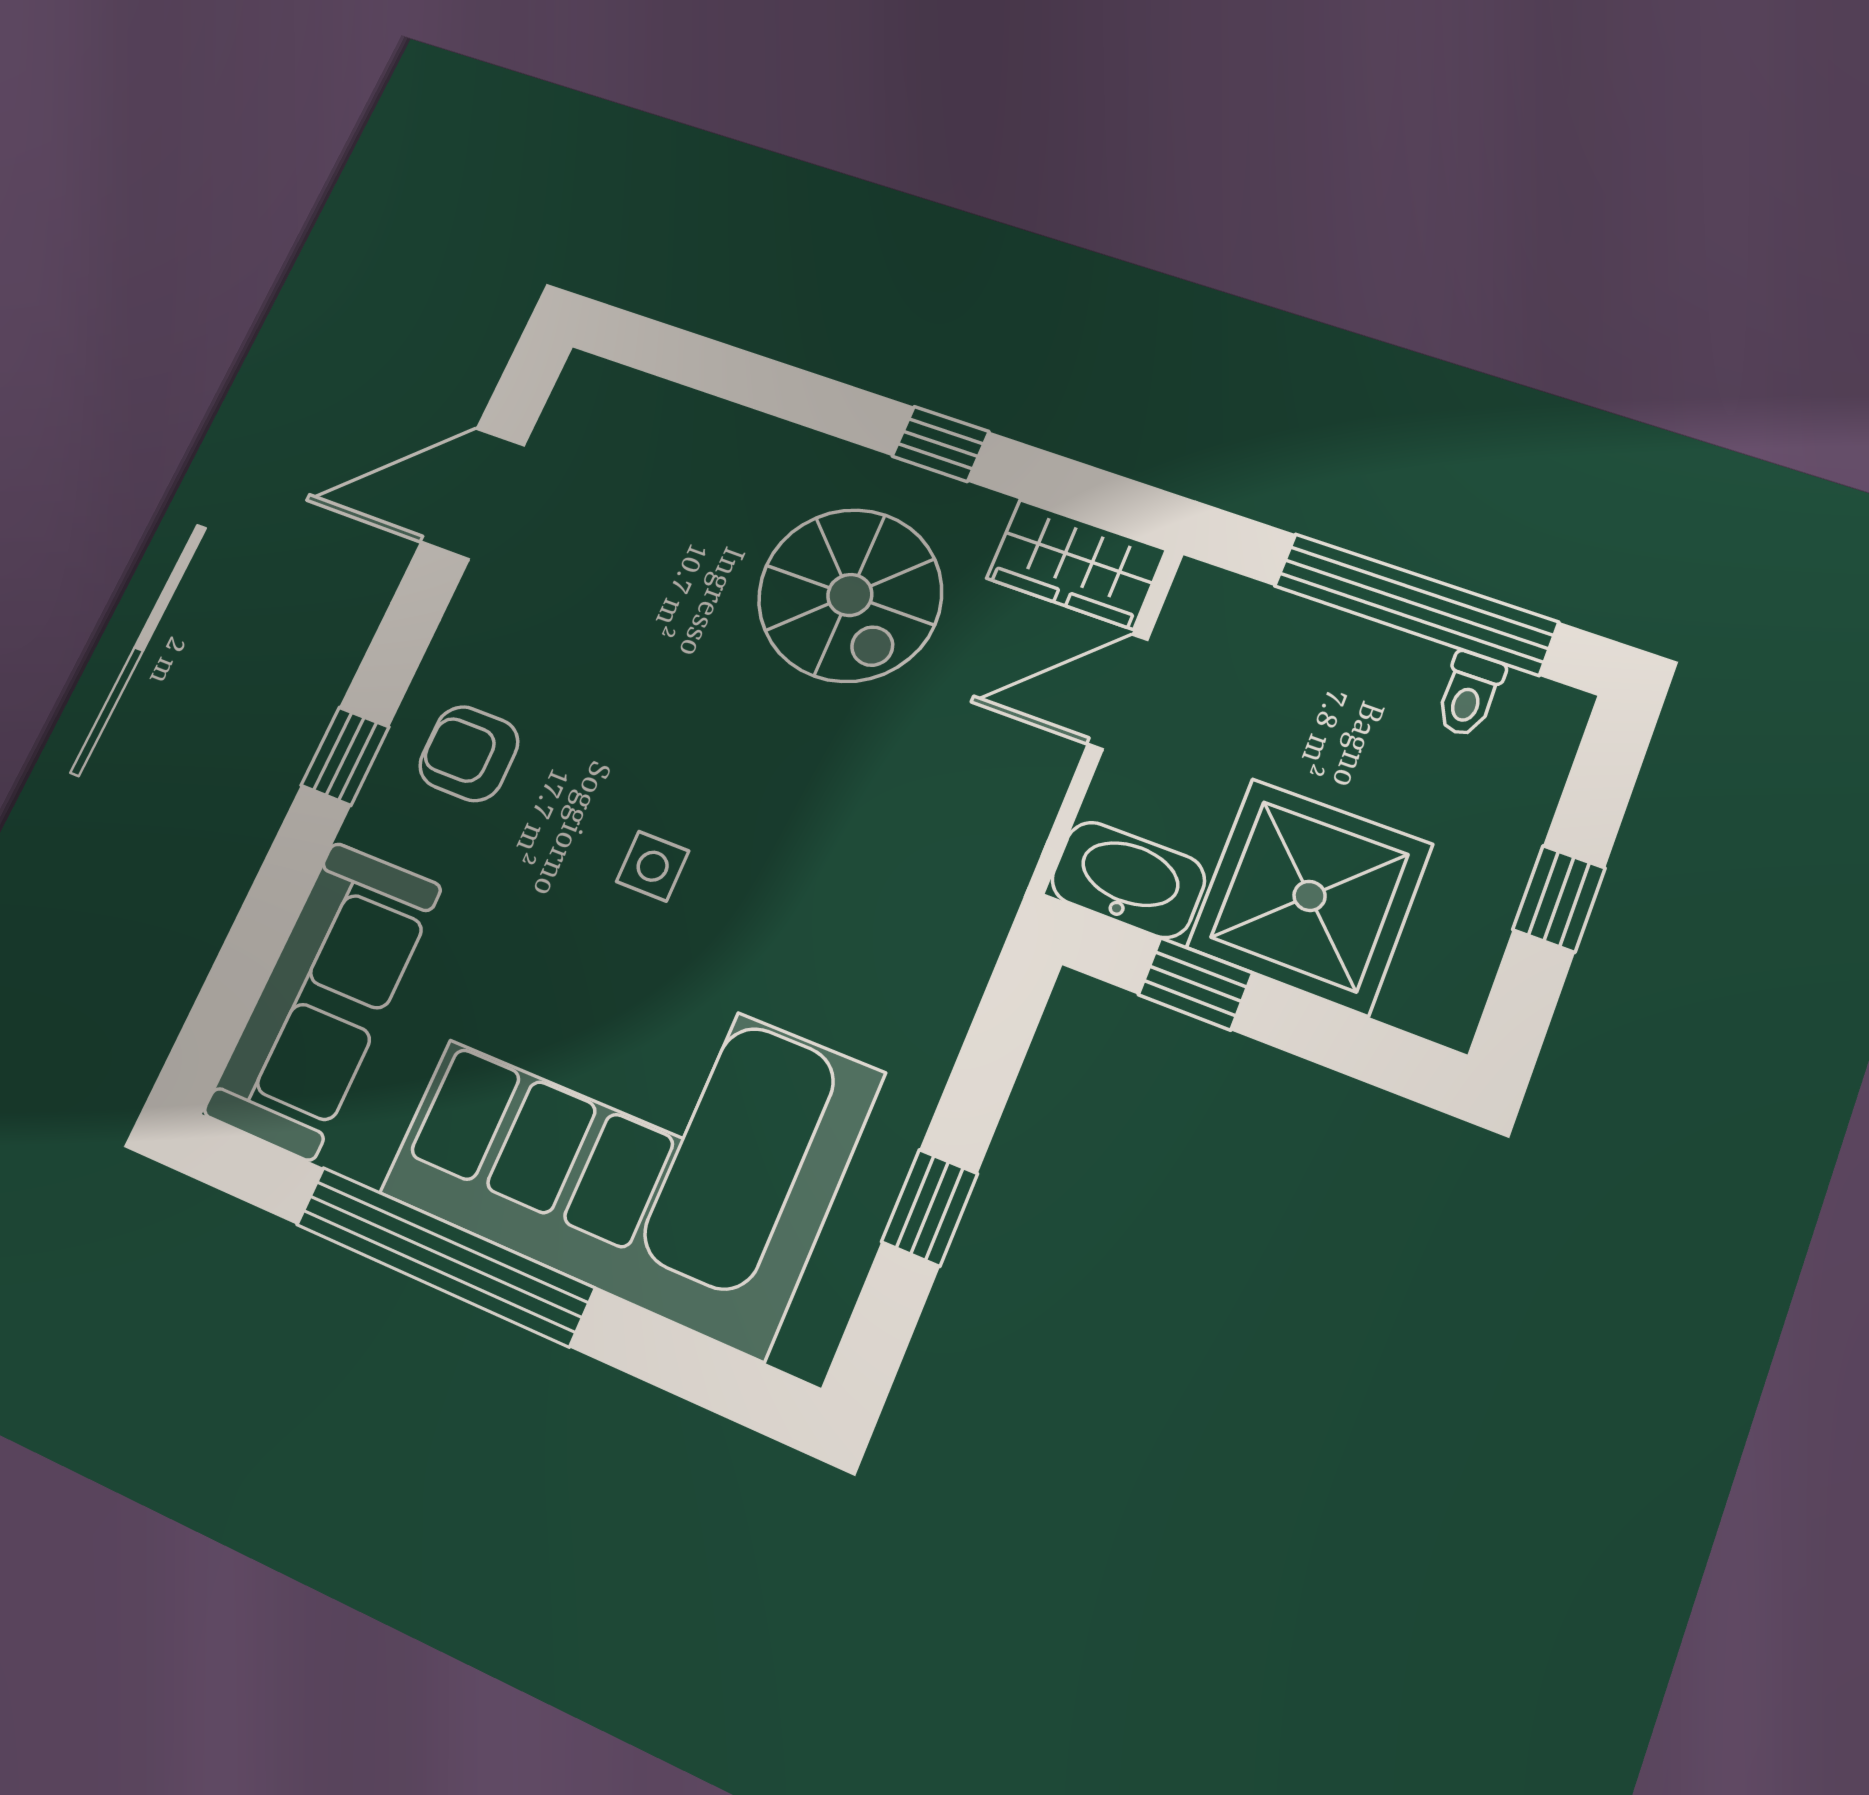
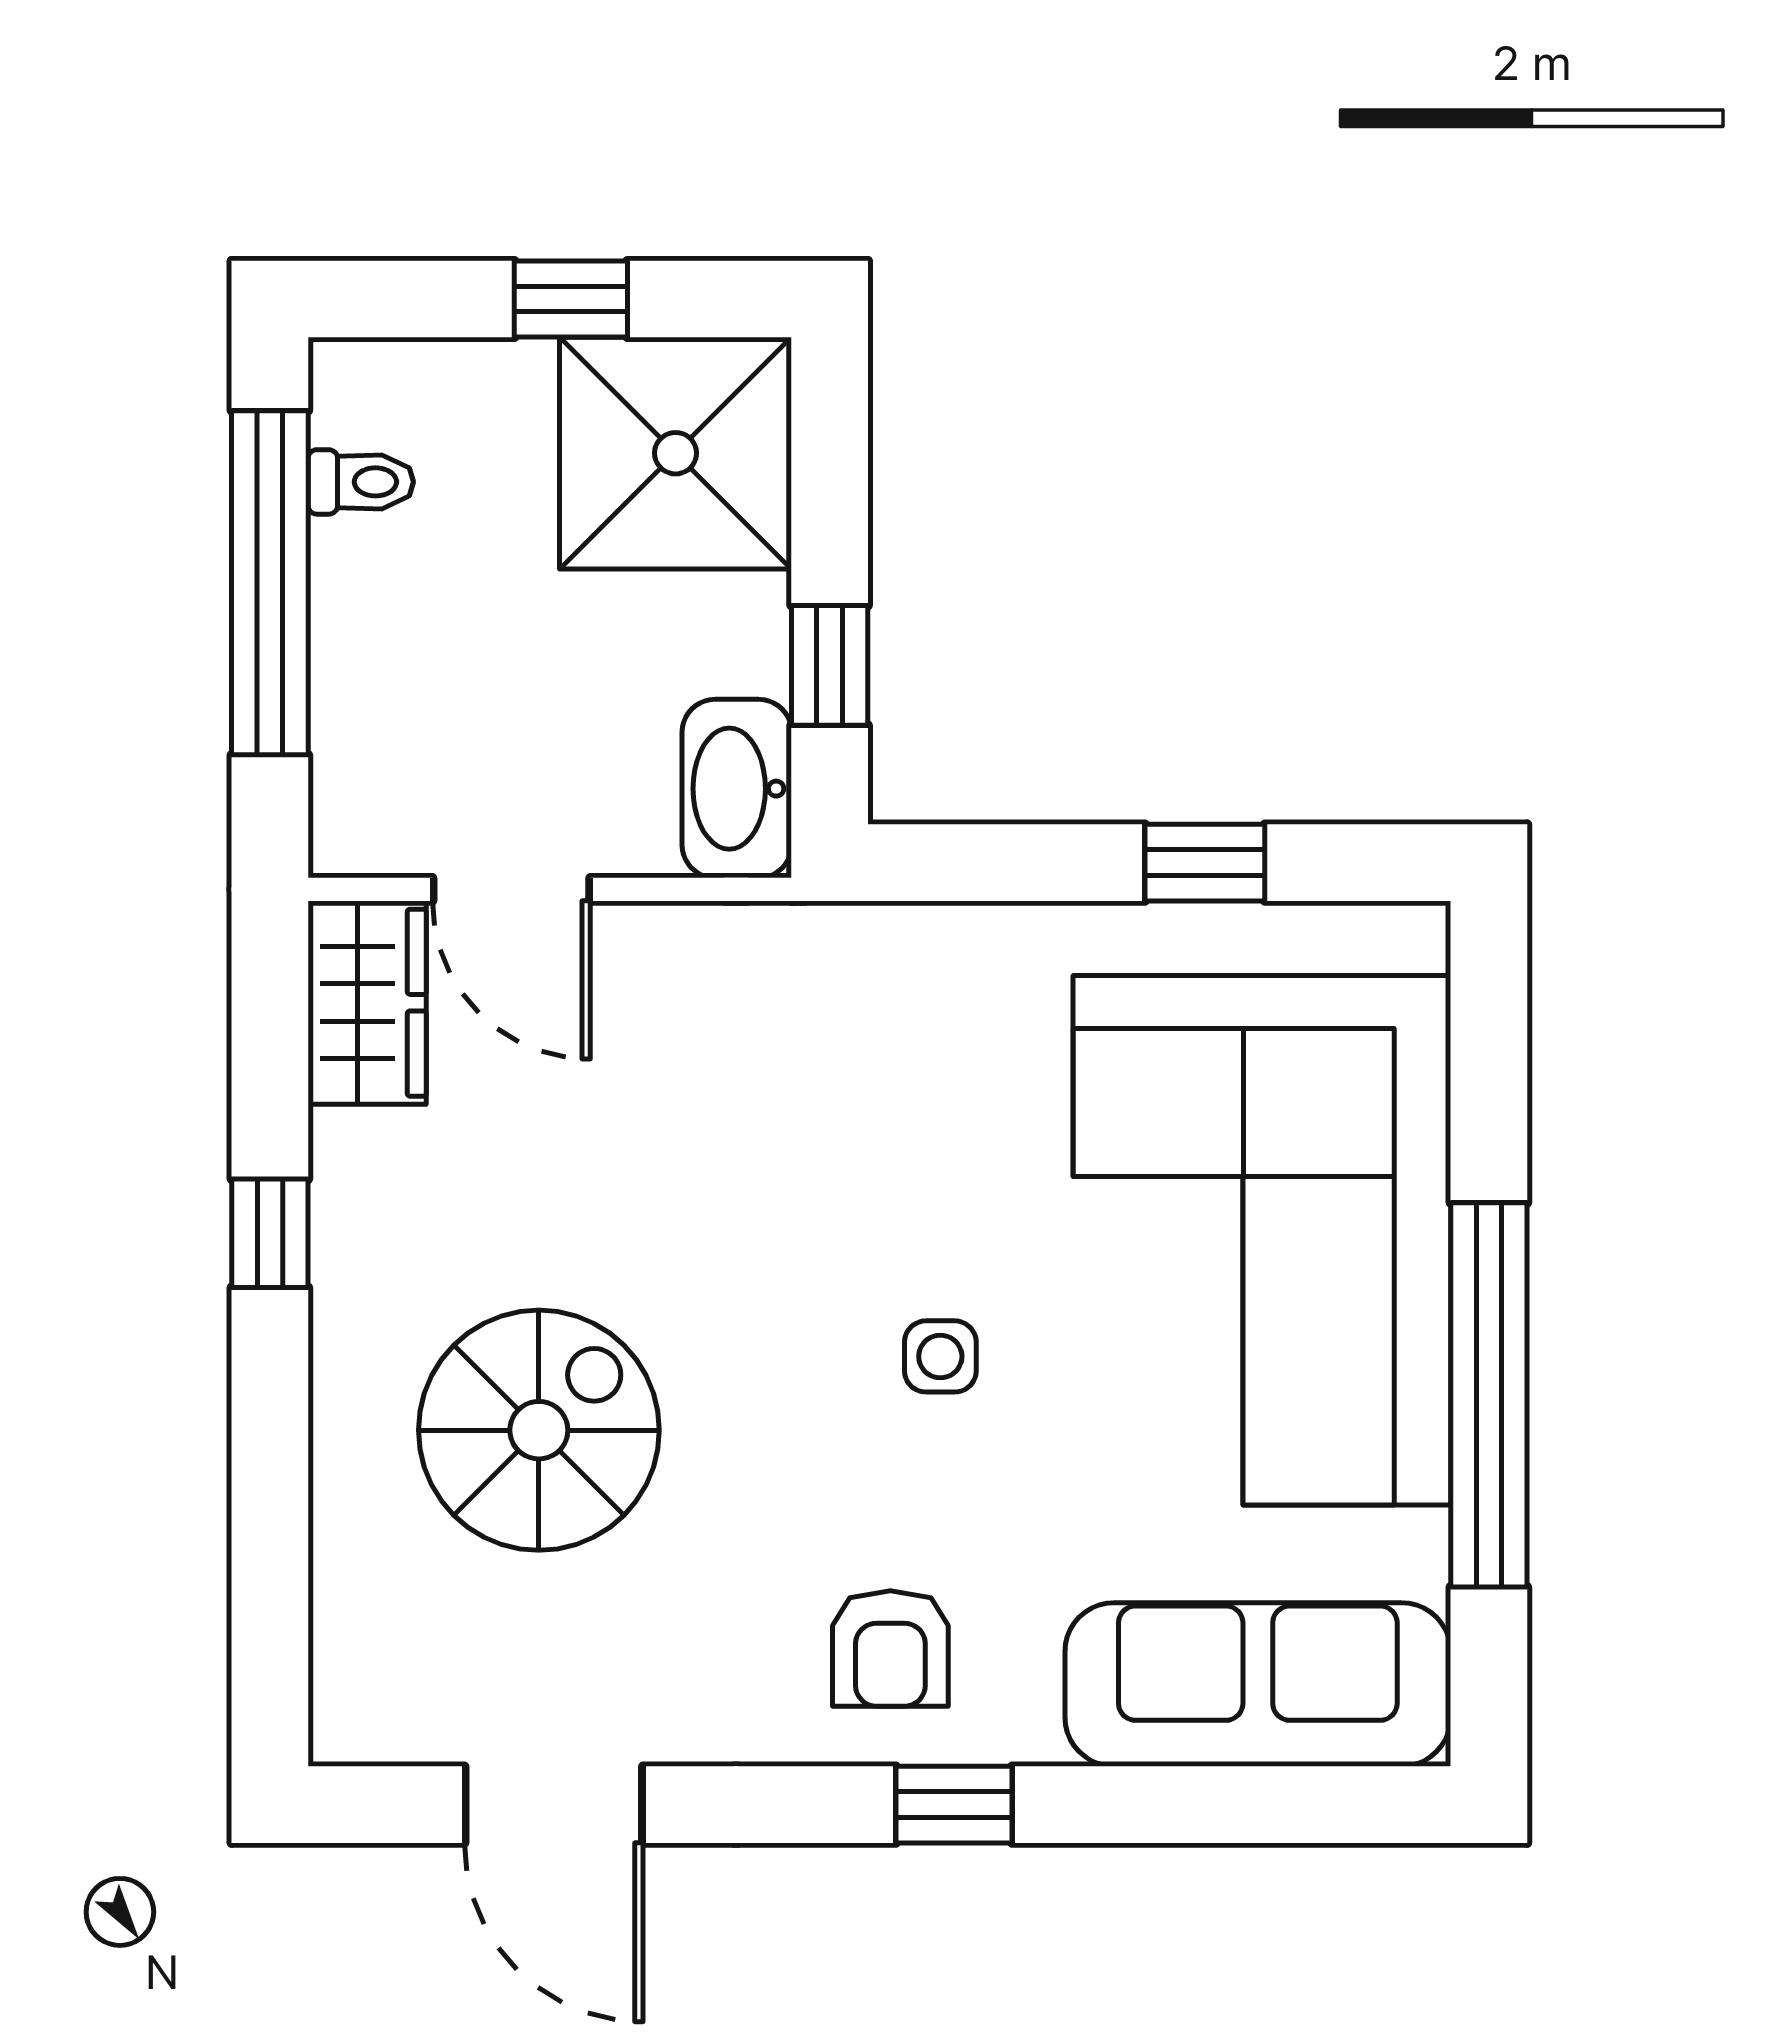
spiral stairs: (850, 595) -> (539, 1430), moved
shower: (1310, 896) -> (676, 453), moved

